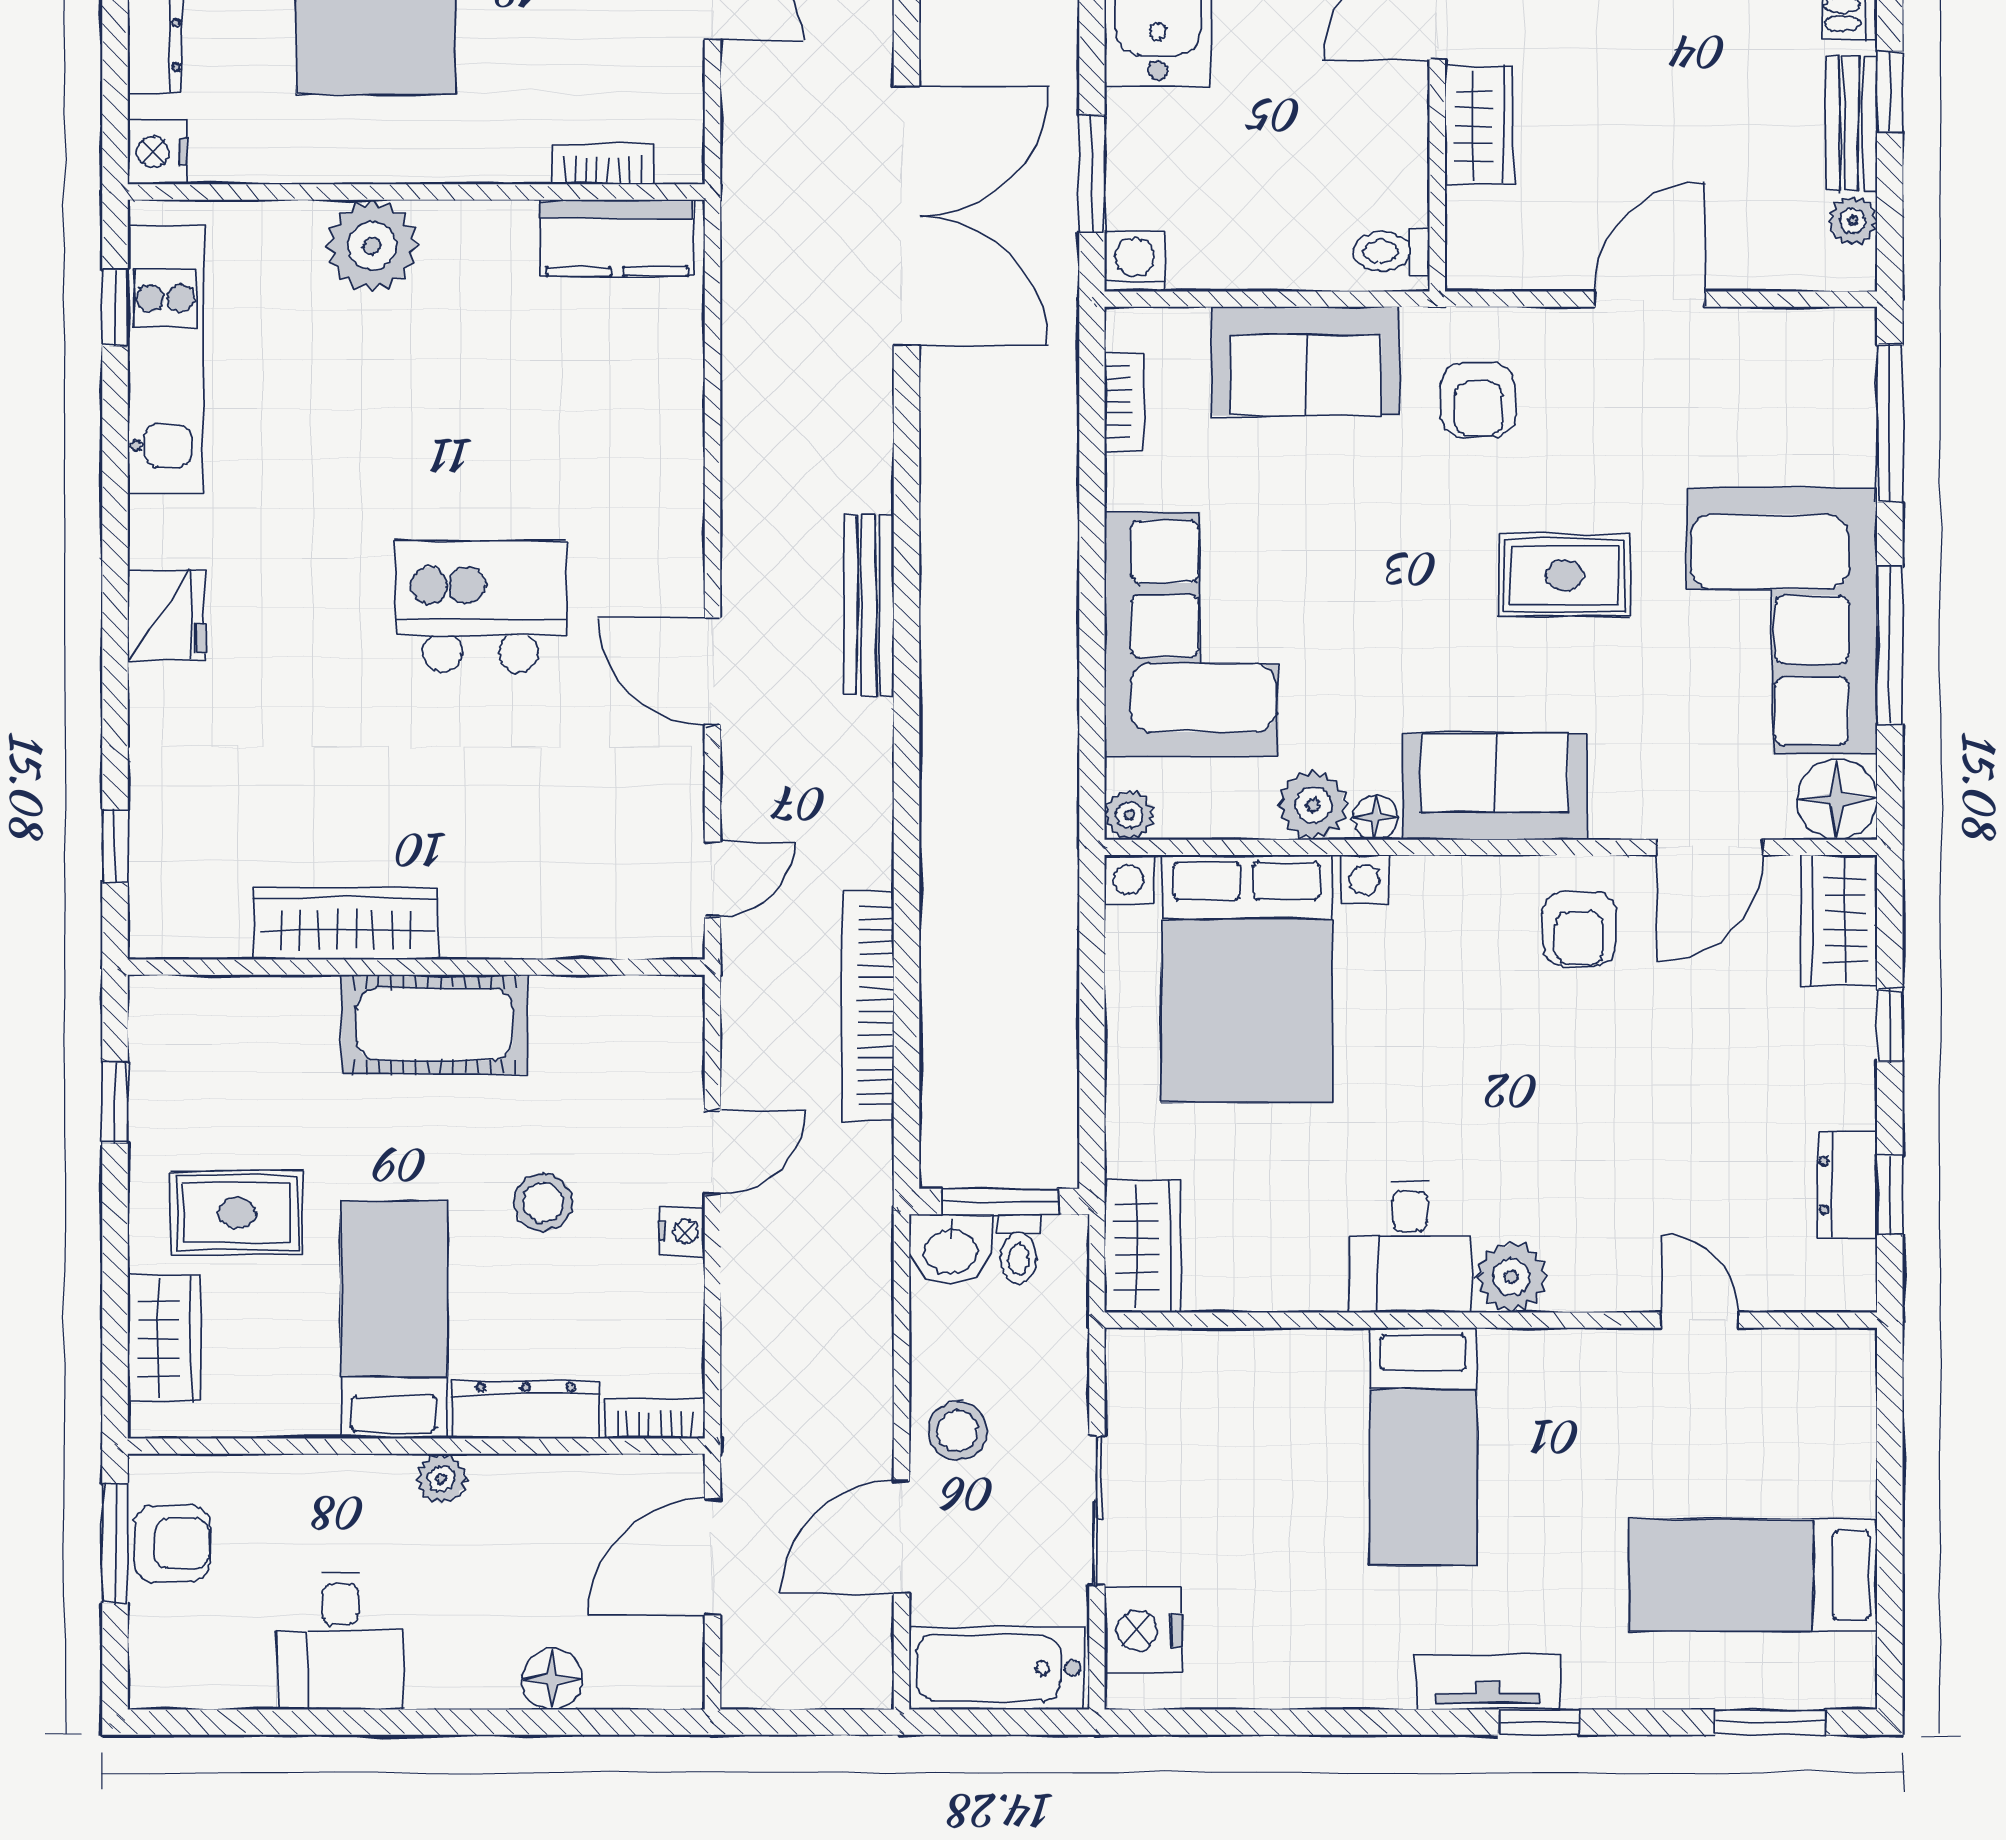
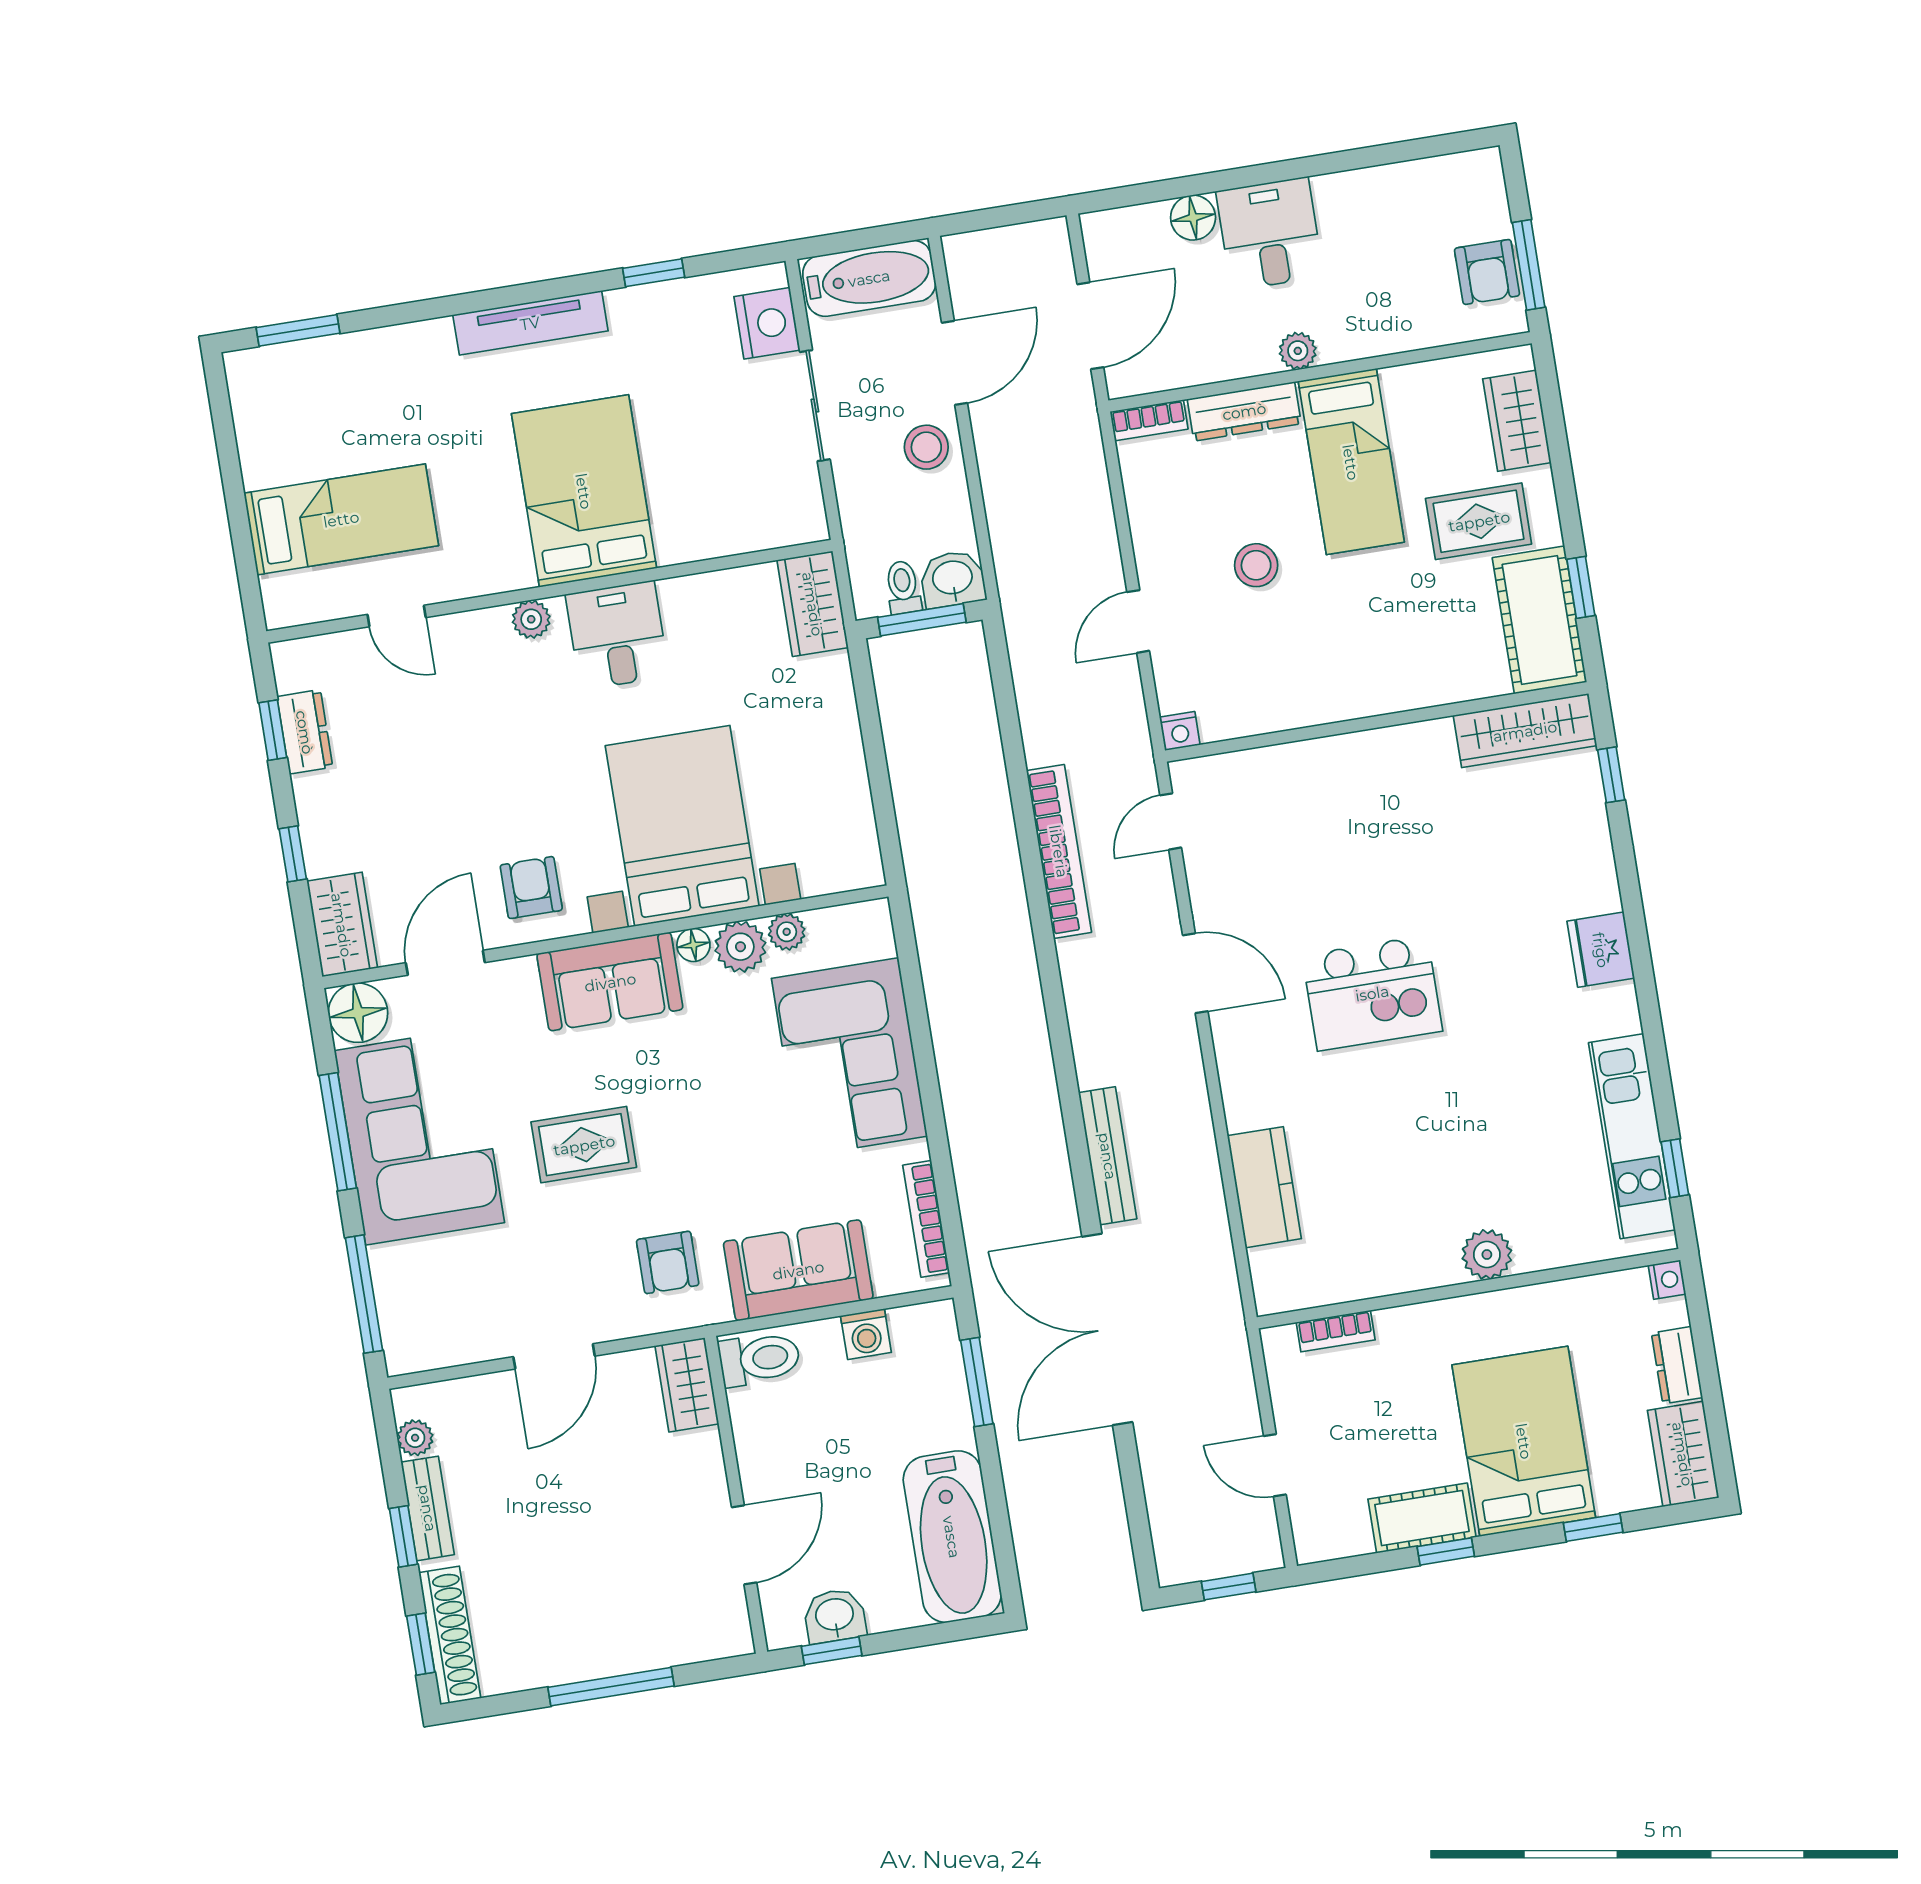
wardrobe: (1479, 125) -> (687, 1385), moved
nightstand: (158, 152) -> (1667, 1280), width x0.72, depth x0.74
kitchen counter: (617, 238) -> (1264, 1187), moved, turned 90
plant: (372, 246) -> (1487, 1255), width x0.73, depth x0.73
toilet: (1391, 251) -> (759, 1359), width x1.37, depth x1.39
washing machine: (1134, 262) -> (866, 1334), moved
armchair: (1478, 400) -> (668, 1262), turned 180
bookcase: (1124, 402) -> (926, 1219), width x1.56
bench: (869, 605) -> (1108, 1156), moved
plant: (1129, 815) -> (787, 932), moved
wardrobe: (346, 924) -> (1525, 731), moved
bed with nightstands: (1247, 979) -> (682, 826), moved
bookcase: (868, 1006) -> (1059, 851), moved
cot: (435, 1024) -> (1539, 620), moved, turned 90
nightstand: (682, 1231) -> (1180, 731), moved, turned -90
plant: (1512, 1277) -> (531, 619), width x0.73, depth x0.73
bed: (1423, 1446) -> (584, 491), width x1.50
armchair: (172, 1543) -> (1487, 272), turned -90
bed: (1753, 1575) -> (341, 519), moved
desk: (341, 1641) -> (1270, 234), moved
tv unit: (1488, 1682) -> (530, 323), width x1.41
window: (1539, 1722) -> (654, 273), moved

